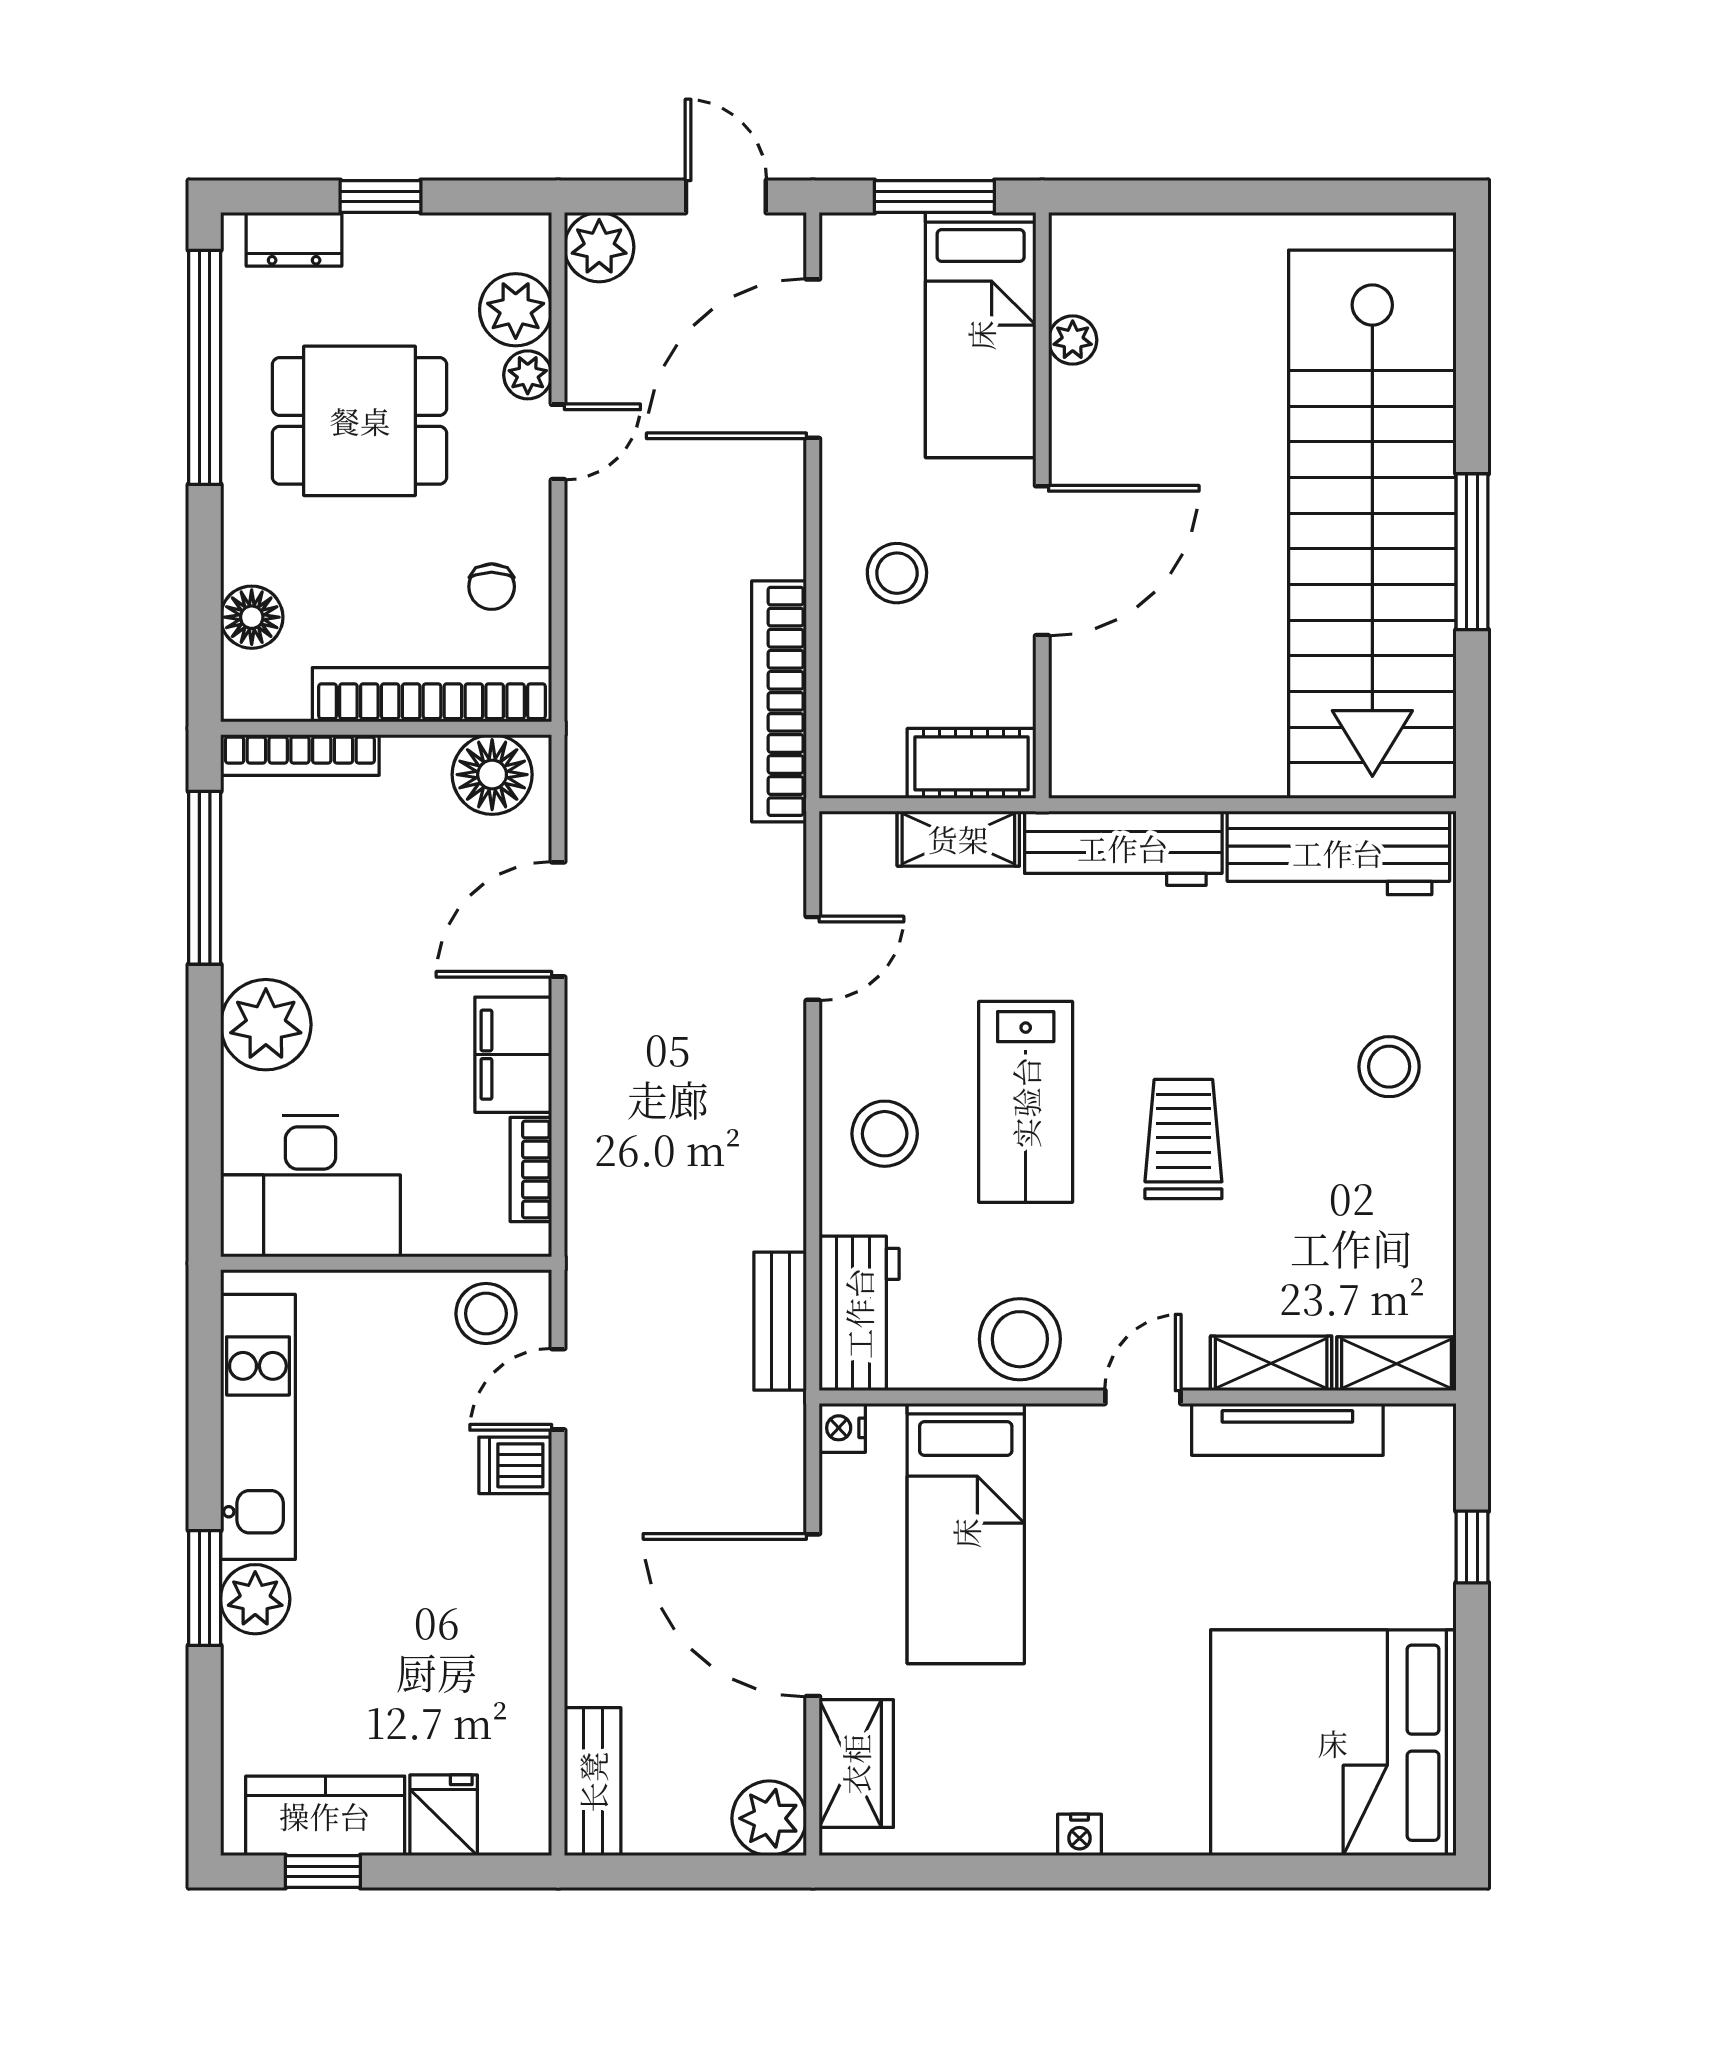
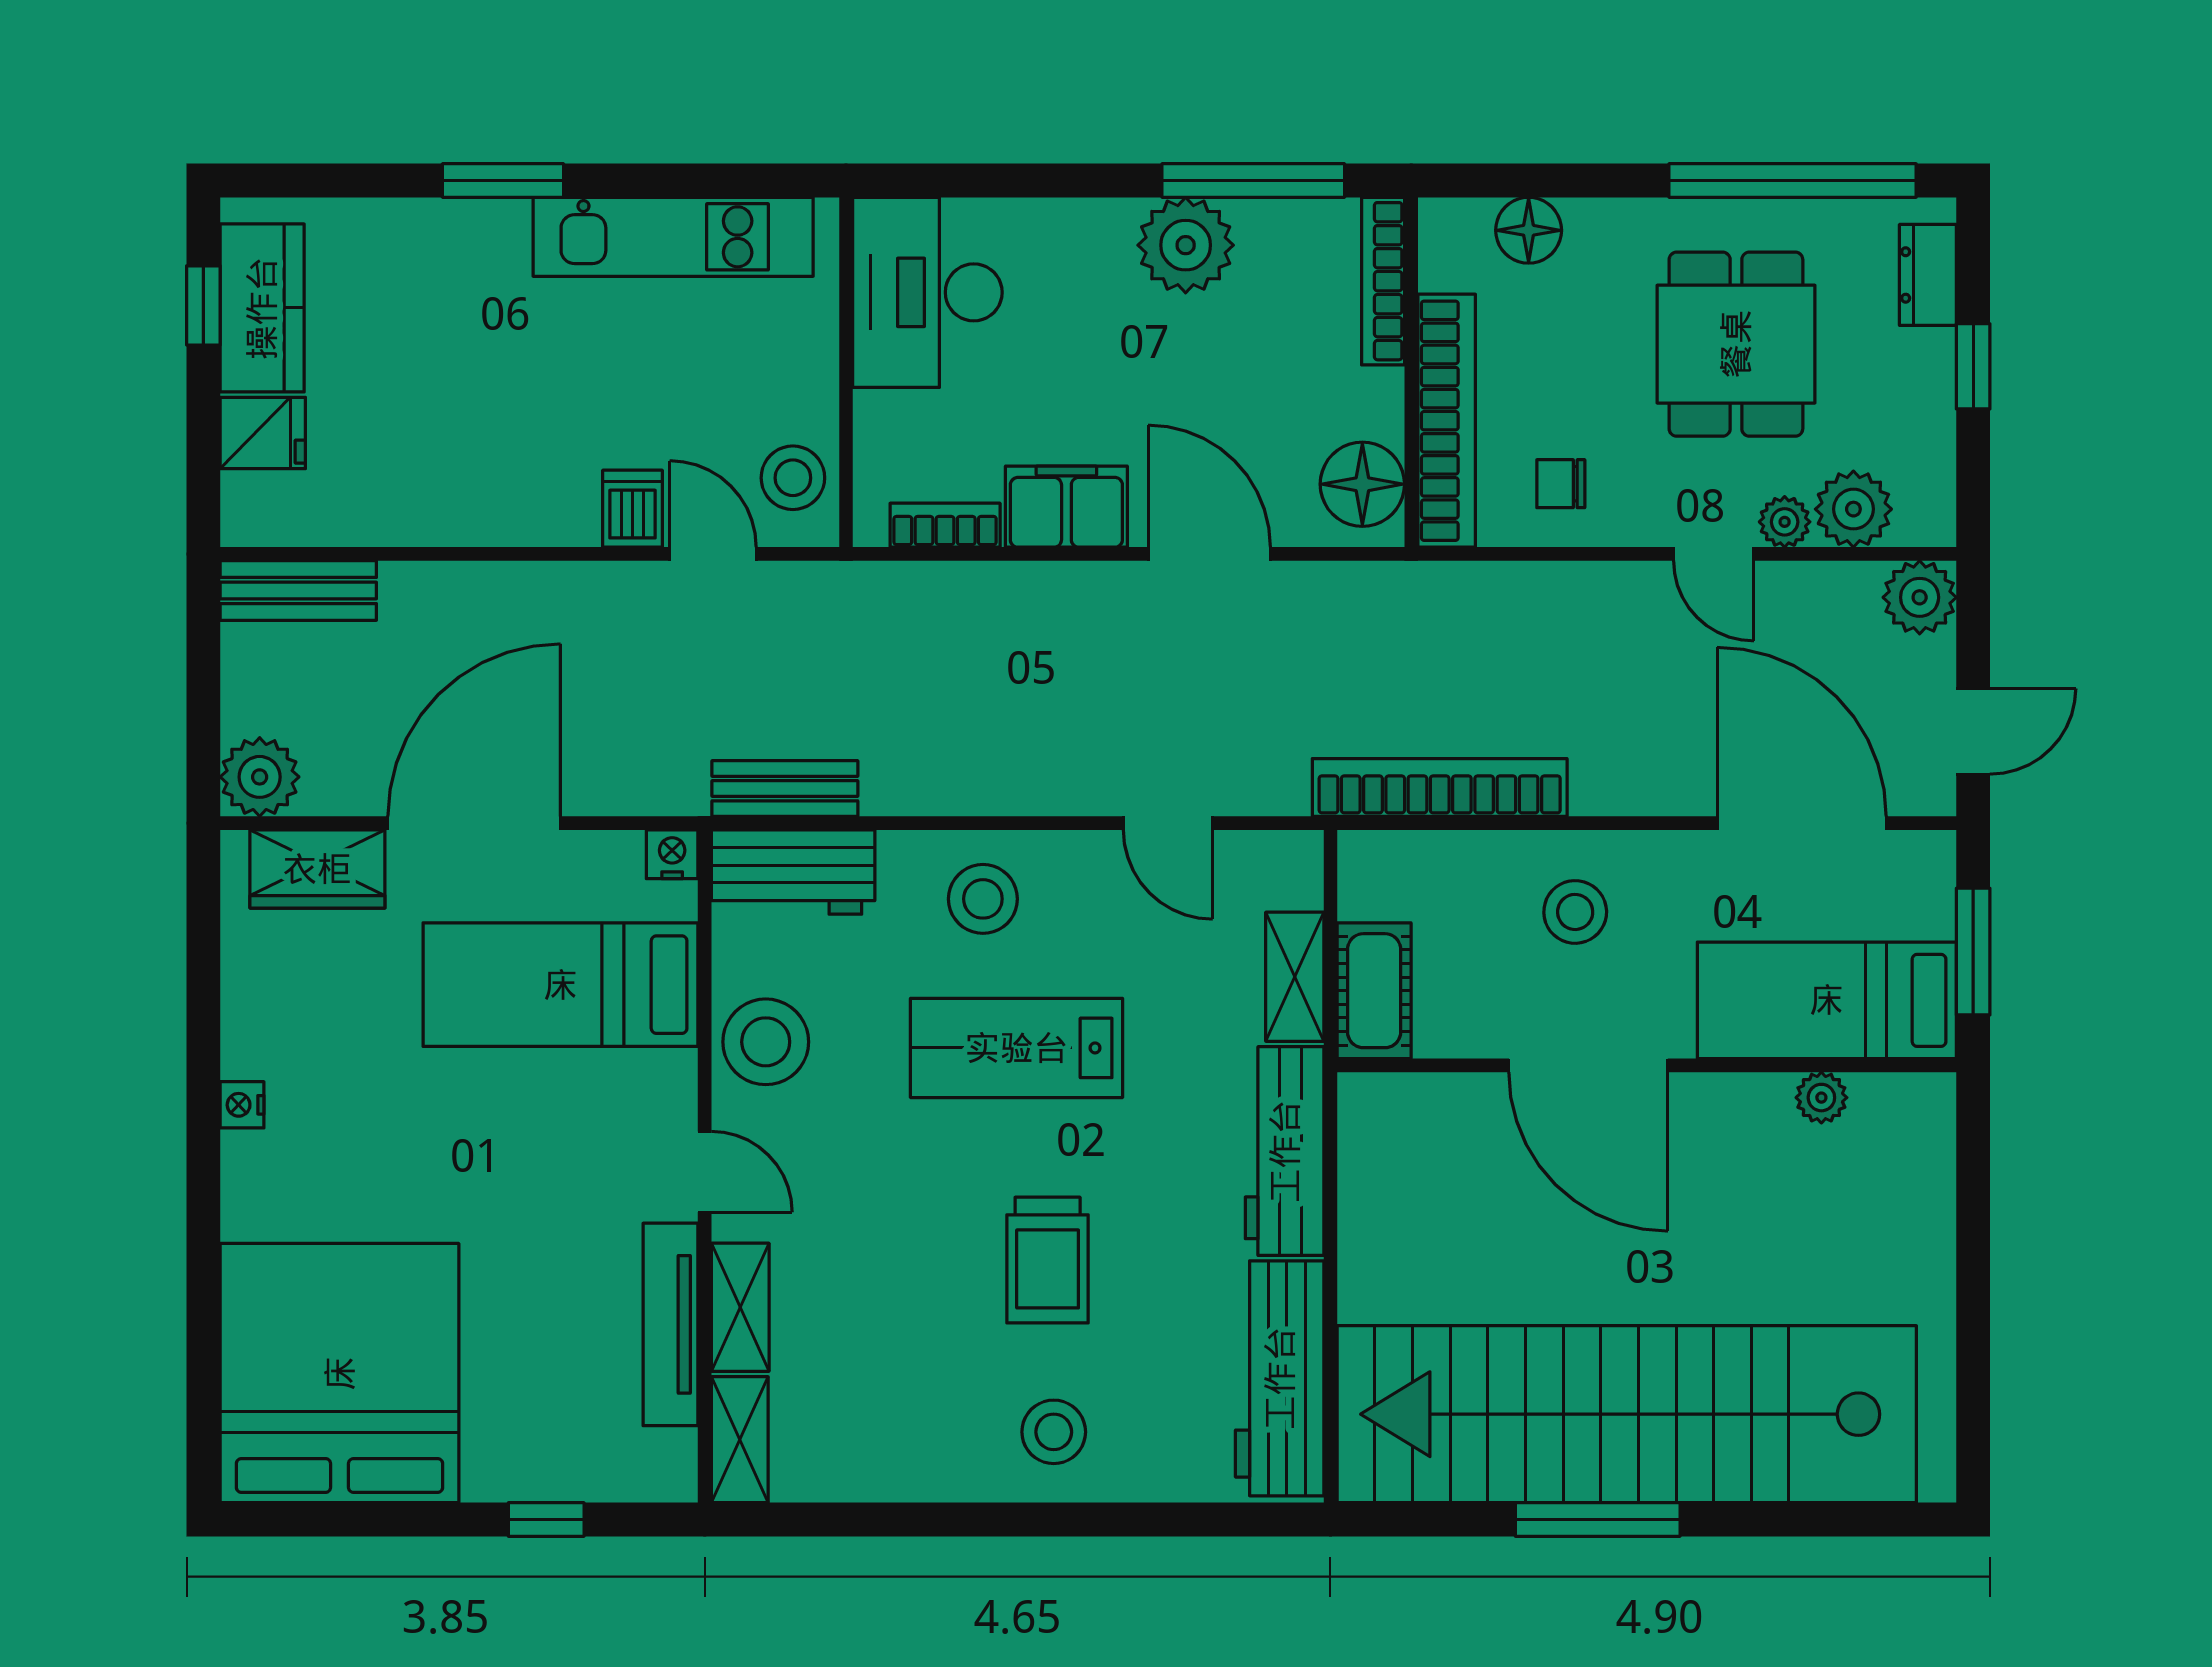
plant: (266, 1025) -> (1186, 245), moved
trolley: (1183, 1139) -> (1048, 1260), moved, turned 90
plant: (255, 1599) -> (491, 234), removed

